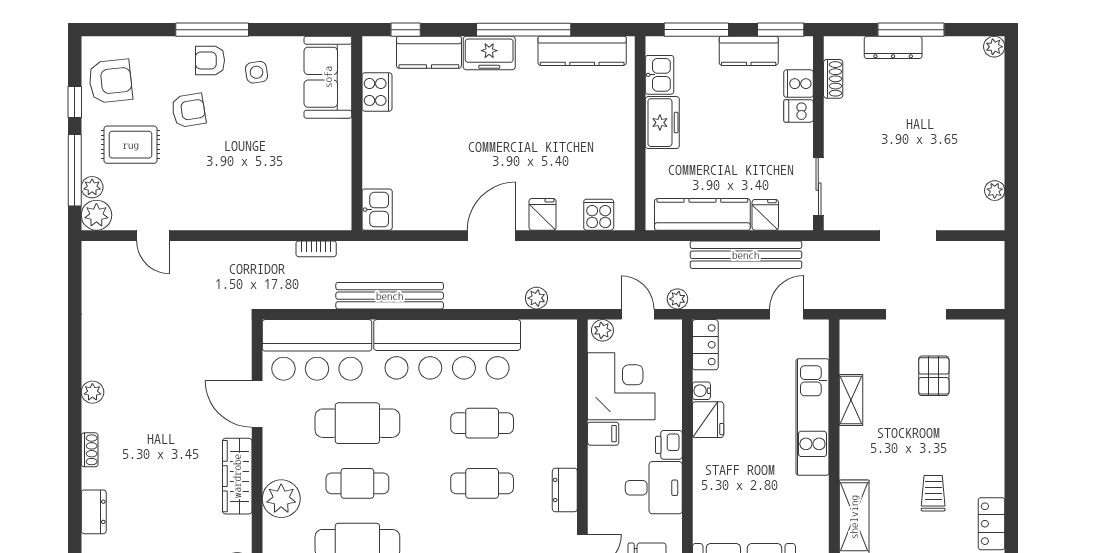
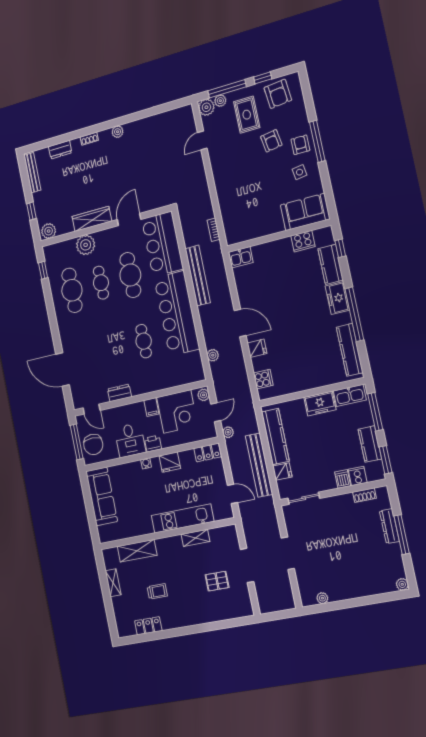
kitchen sink: (659, 75) -> (350, 395), width x1.38
water cooler: (701, 391) -> (146, 463), moved
cafe table: (482, 483) -> (114, 348), removed

